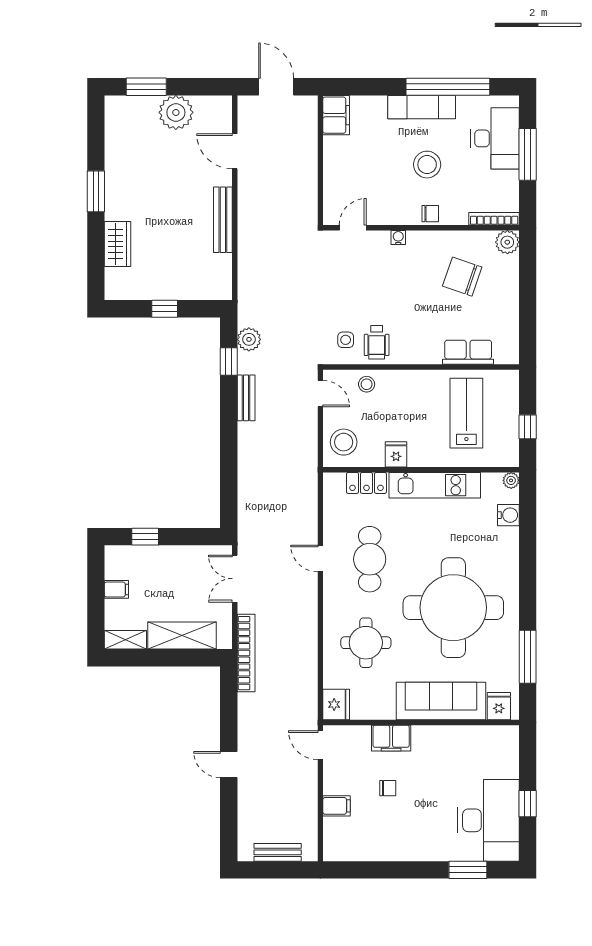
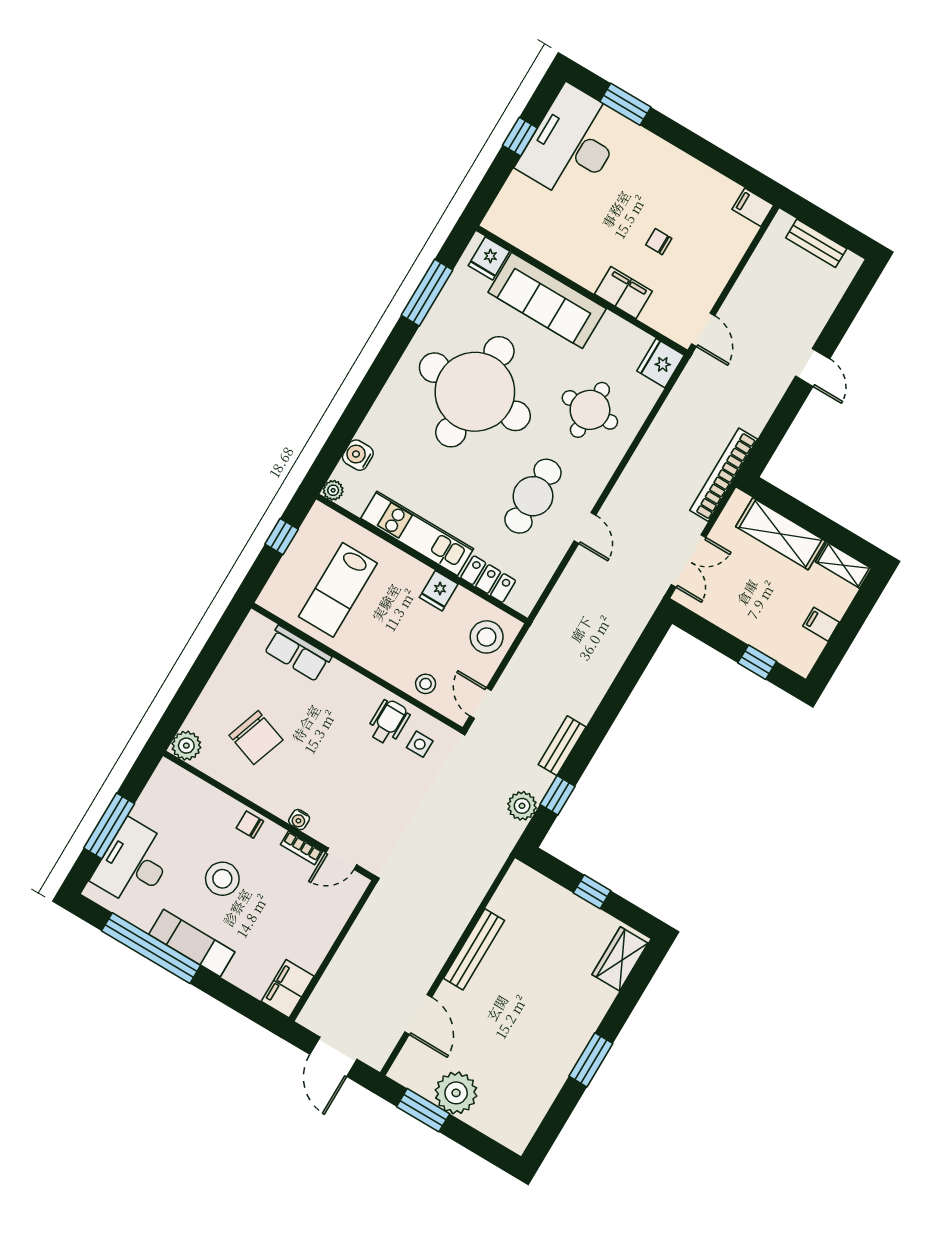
window: (146, 87) -> (423, 1110), moved
bookcase: (494, 219) -> (302, 848), moved, width x0.64
wardrobe: (118, 244) -> (620, 959), moved
filing cabinet: (337, 806) -> (753, 207), moved

